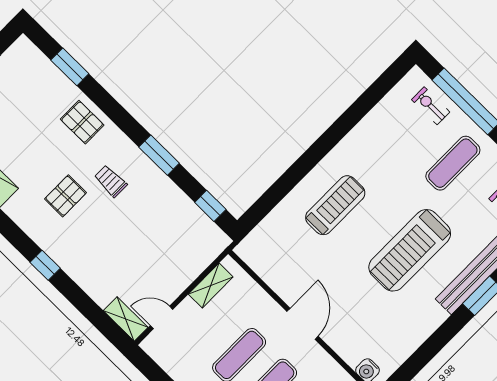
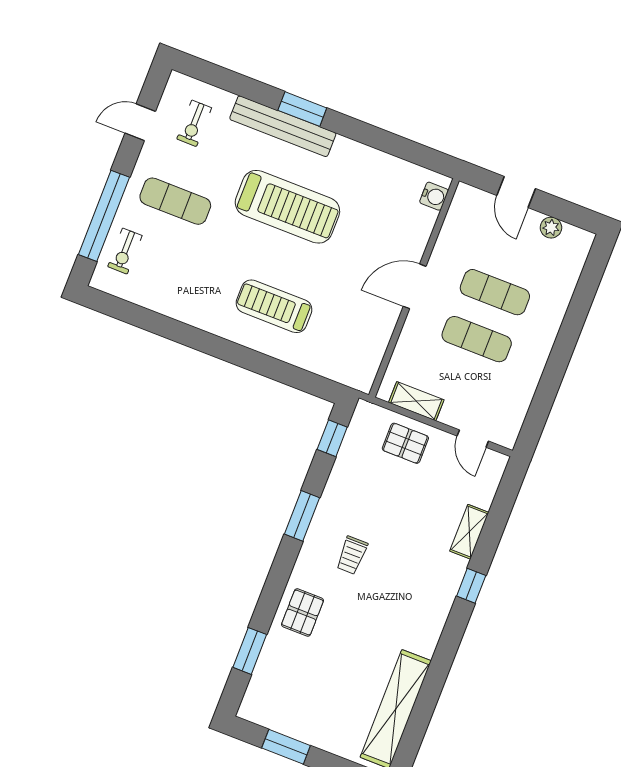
pallet: (66, 196) -> (405, 443), moved
shelving: (126, 319) -> (469, 532), moved

